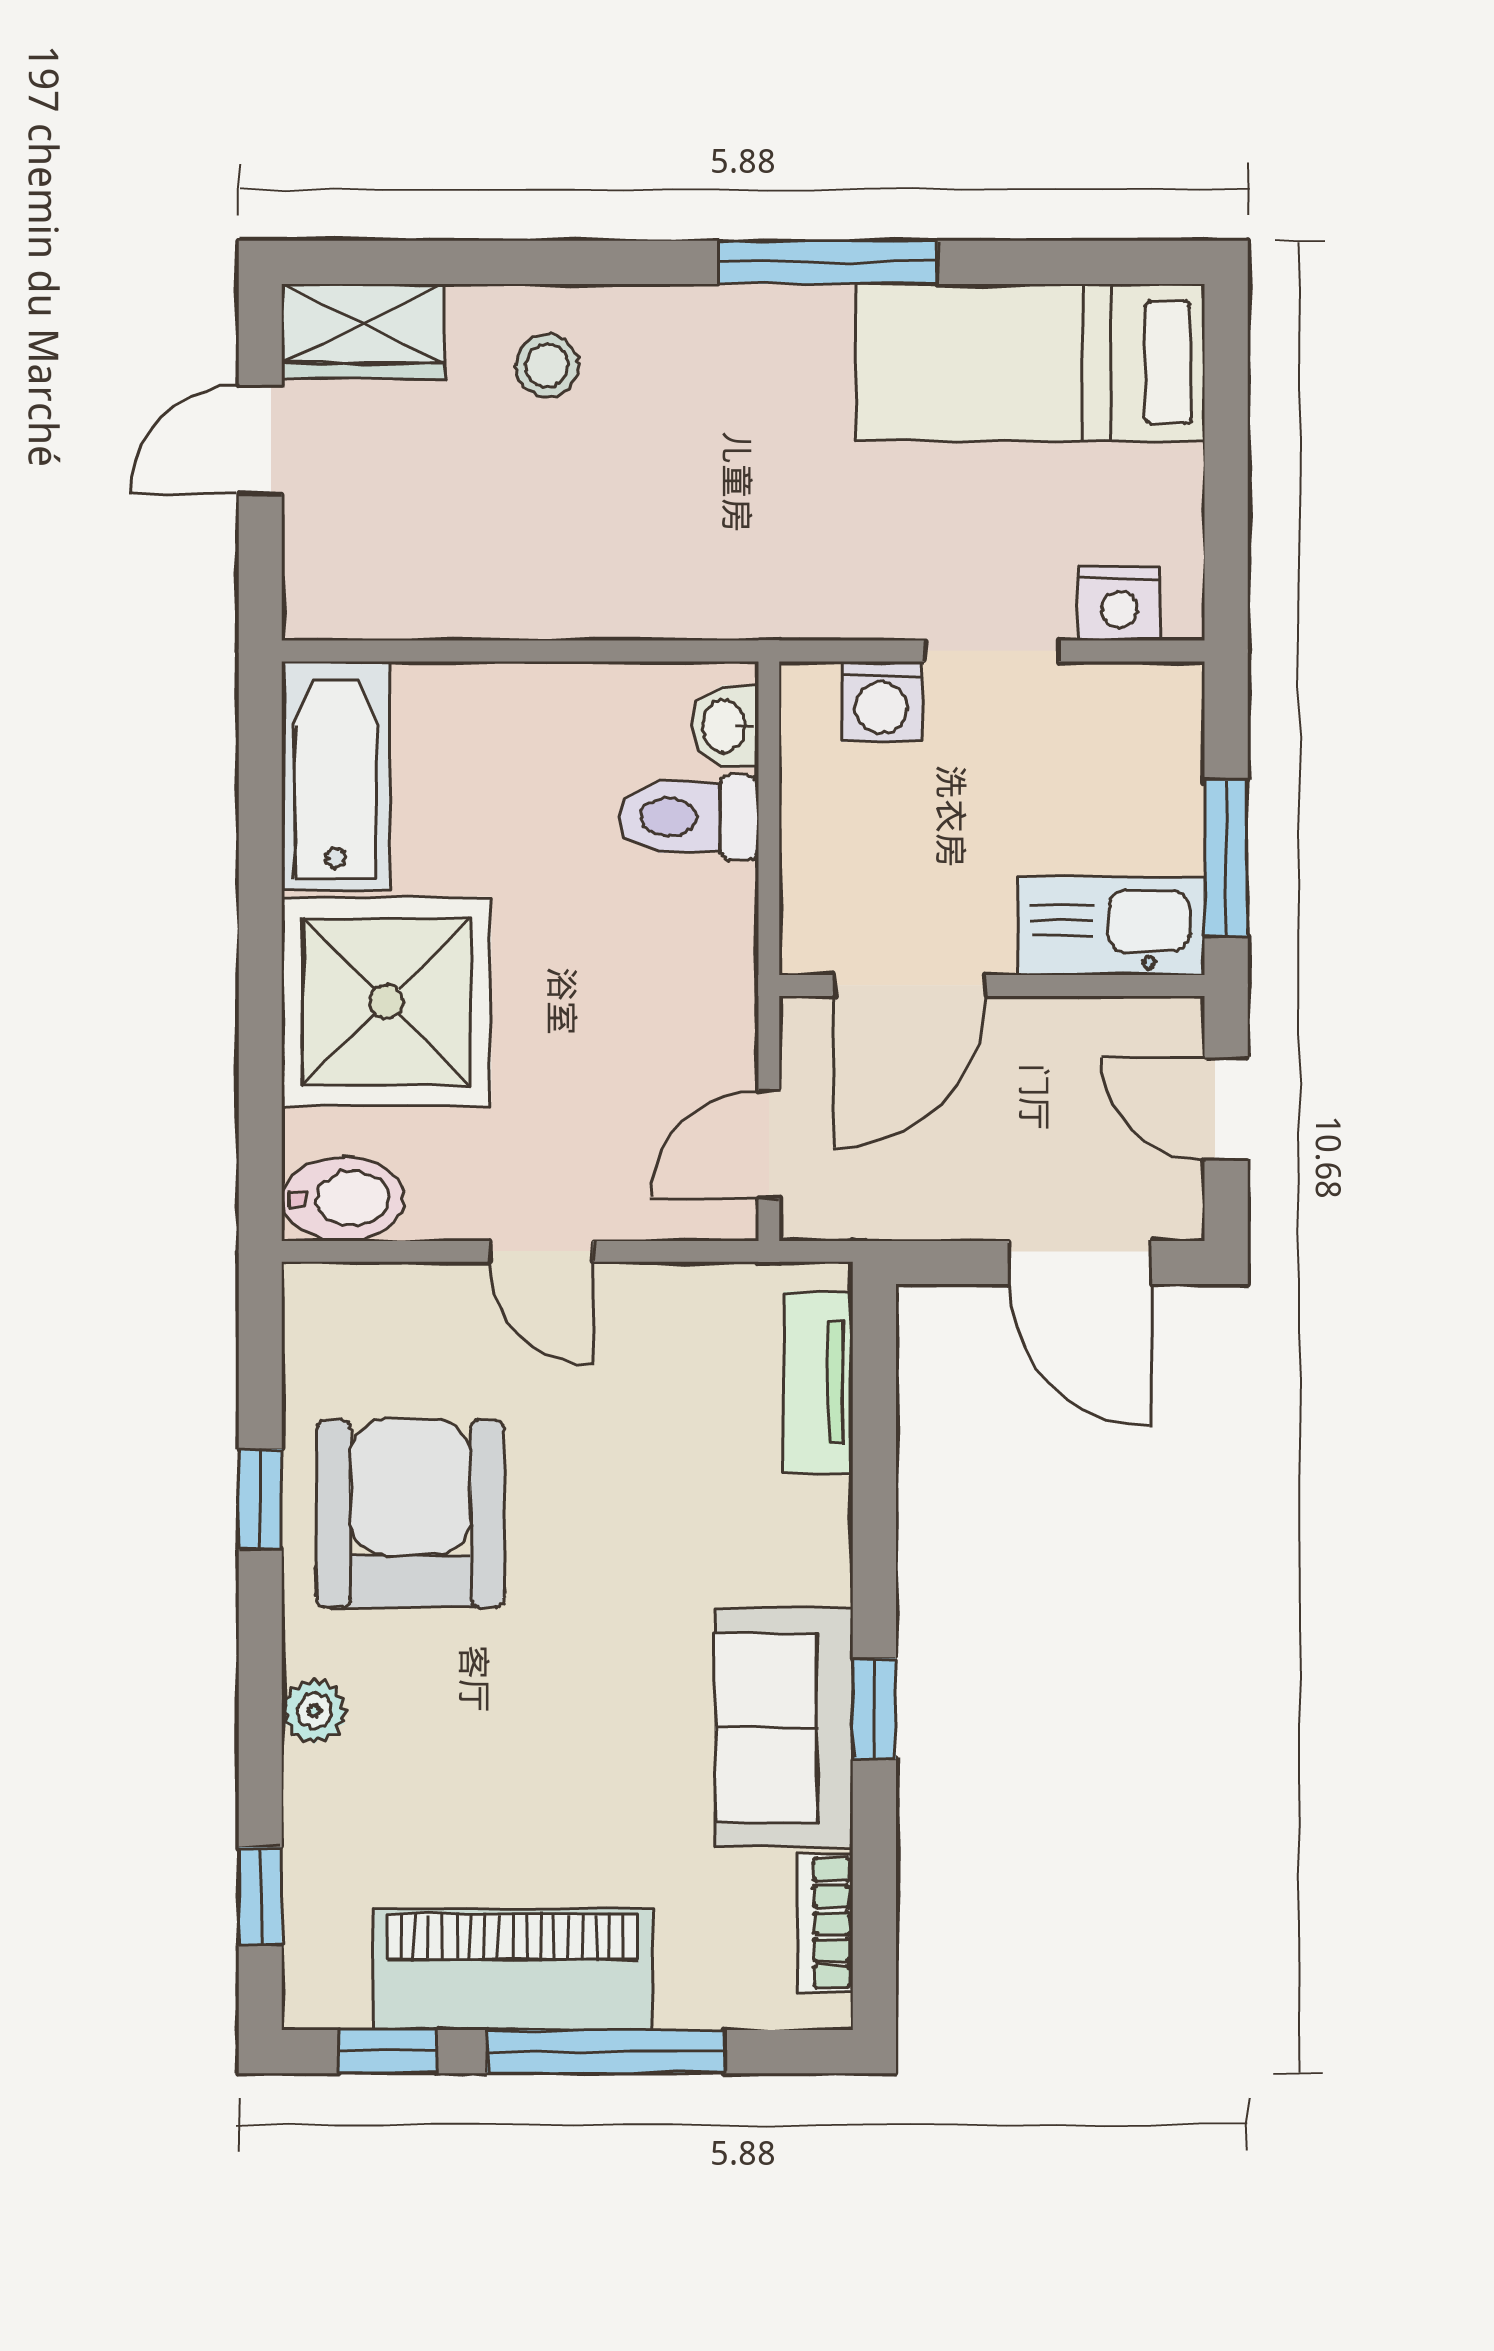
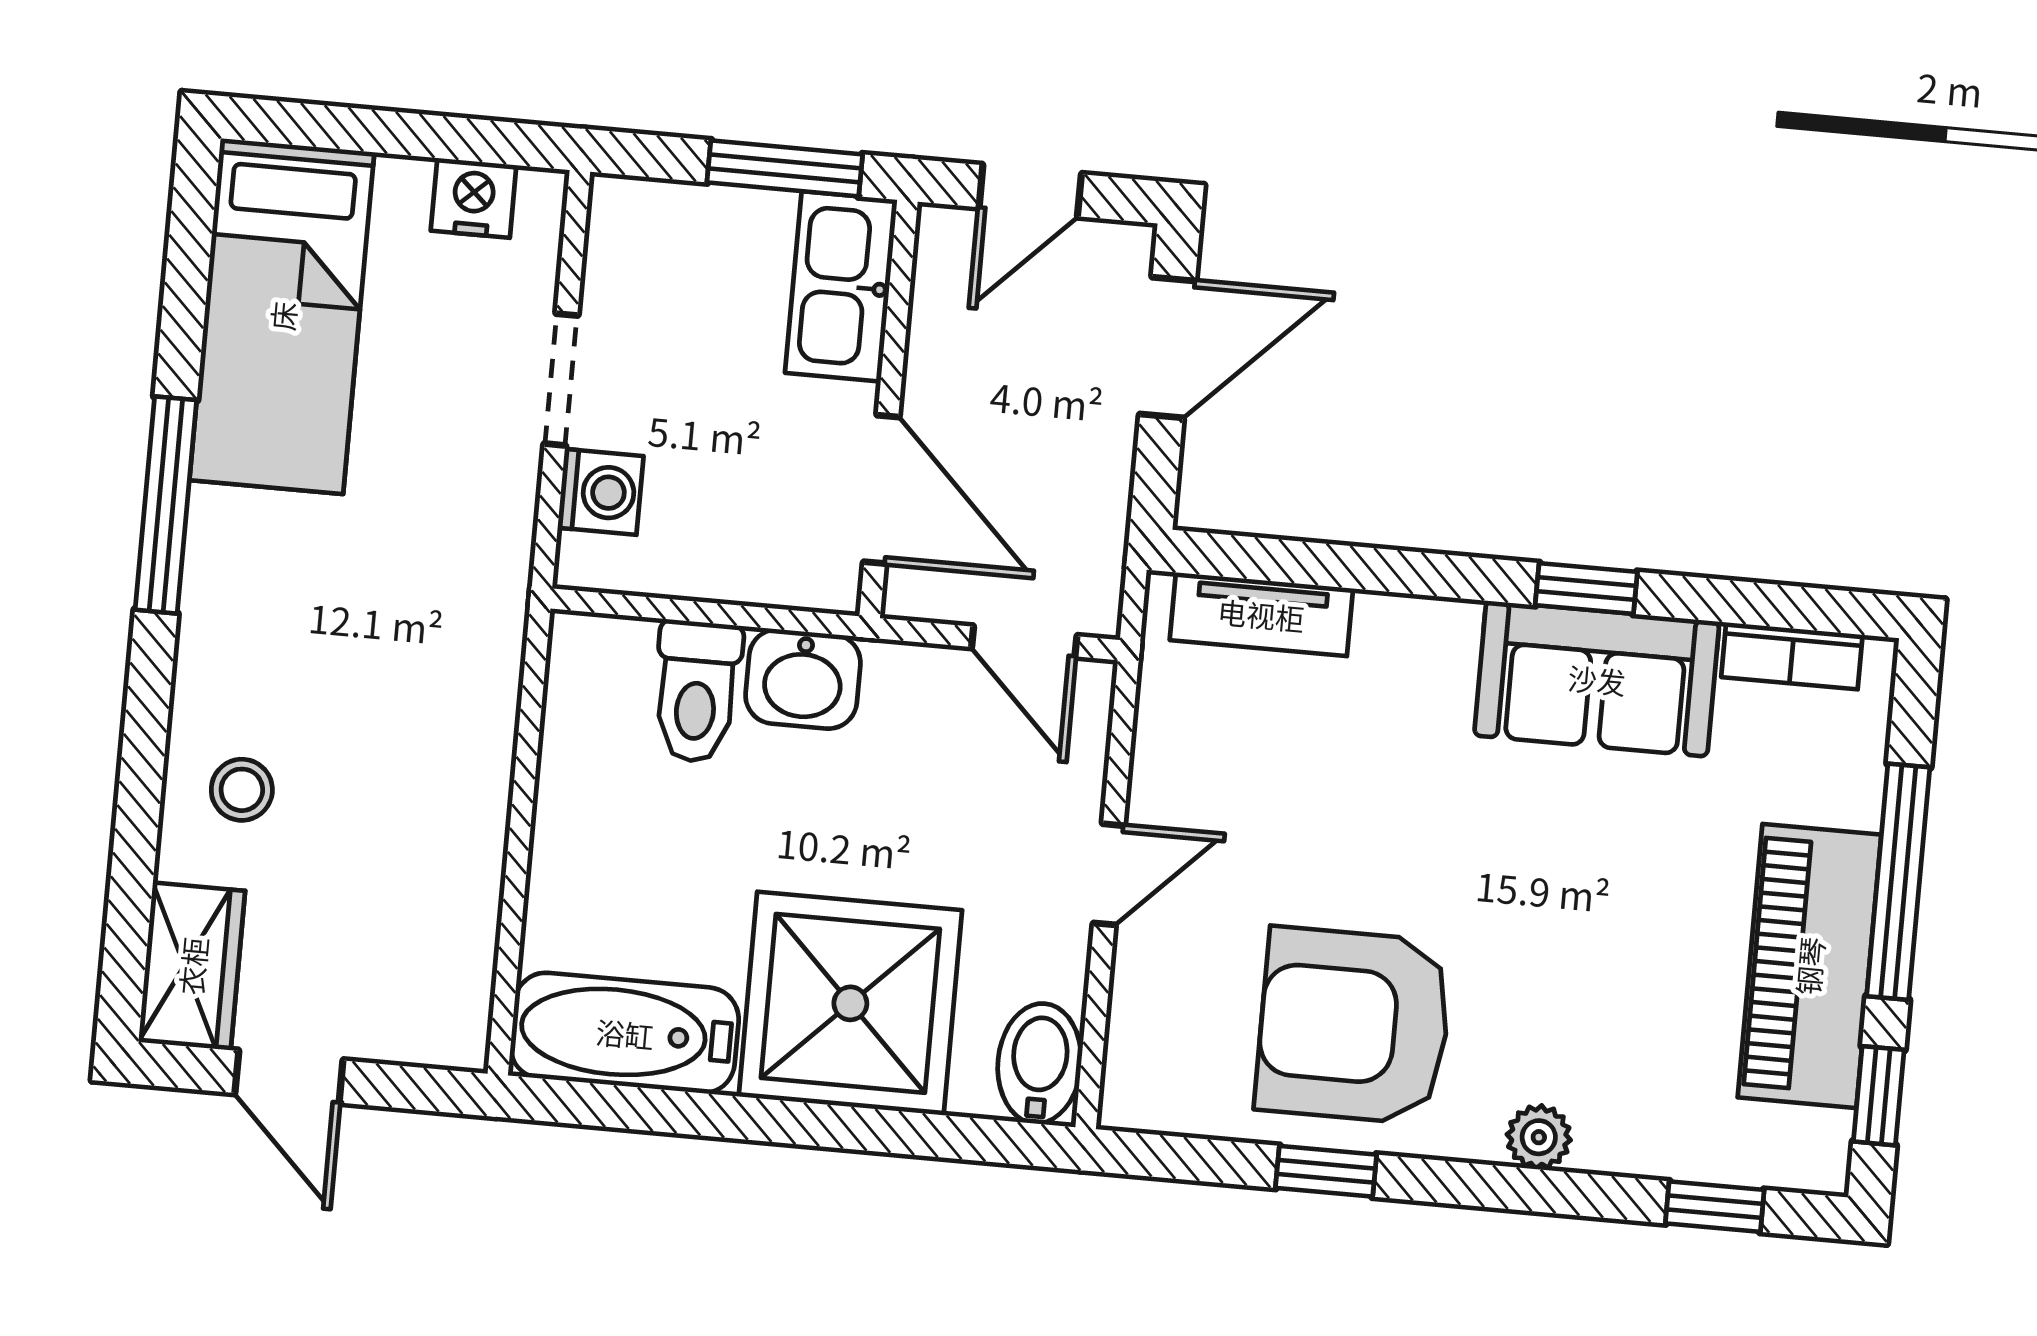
nightstand: (1119, 604) -> (474, 198), moved, turned -90
washbasin: (725, 726) -> (803, 679), moved, width x1.38, depth x1.45

